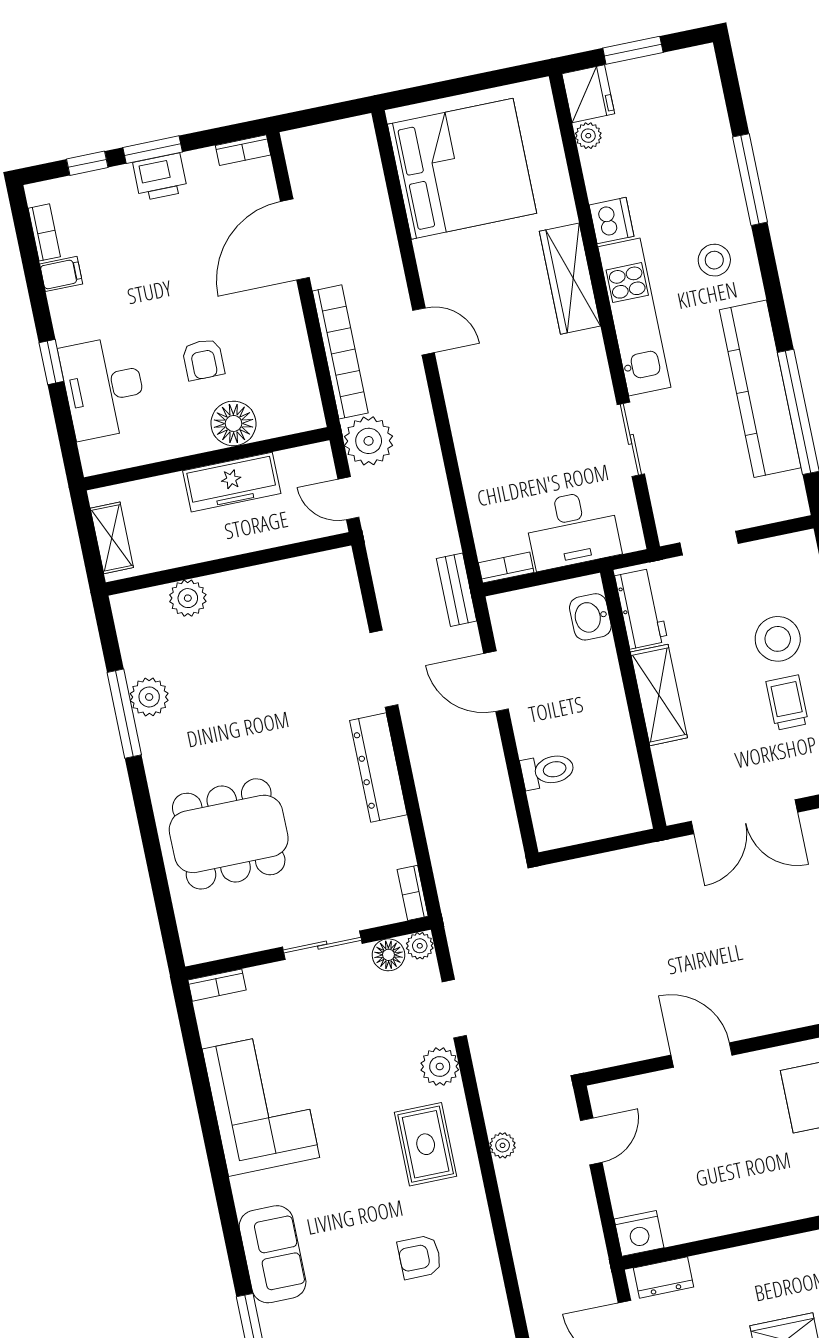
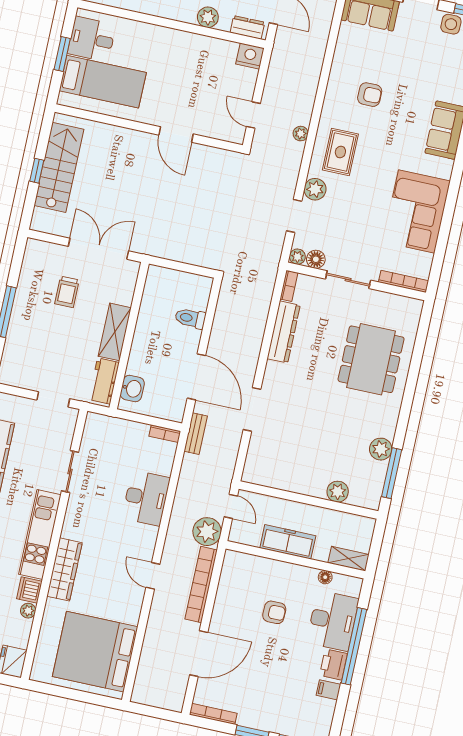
plant: (588, 136) -> (28, 611), moved
bookcase: (243, 150) -> (213, 714), width x1.56
printer: (160, 177) -> (333, 664), moved, turned -90
bookcase: (44, 232) -> (328, 715), removed
armchair: (203, 360) -> (274, 612), turned 90
window: (51, 362) -> (354, 646), width x3.17
floor lamp: (233, 423) -> (325, 577), moved, width x0.53, depth x0.53
desk: (573, 529) -> (146, 498), moved, turned 90
shelving: (112, 538) -> (349, 559), moved, turned 90
stool: (778, 639) -> (40, 334), removed
door: (496, 681) -> (196, 377), width x1.36
trolley: (787, 703) -> (67, 292), moved
window: (124, 714) -> (392, 473), moved
dresser: (378, 768) -> (284, 332), moved
dining table: (229, 834) -> (371, 359), turned 90
bookcase: (217, 985) -> (404, 281), width x1.56
door: (591, 1141) -> (253, 115), hinge flipped
plant: (734, 1266) -> (208, 17), added

